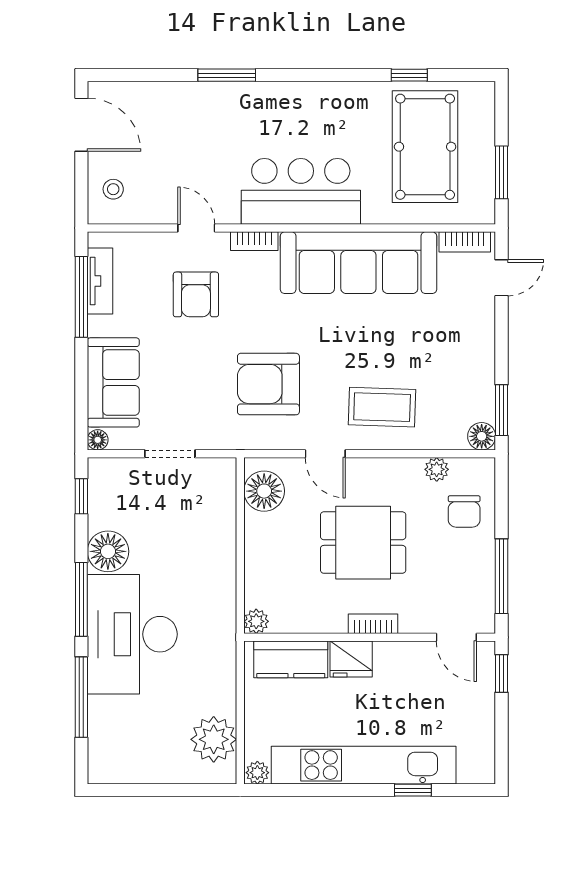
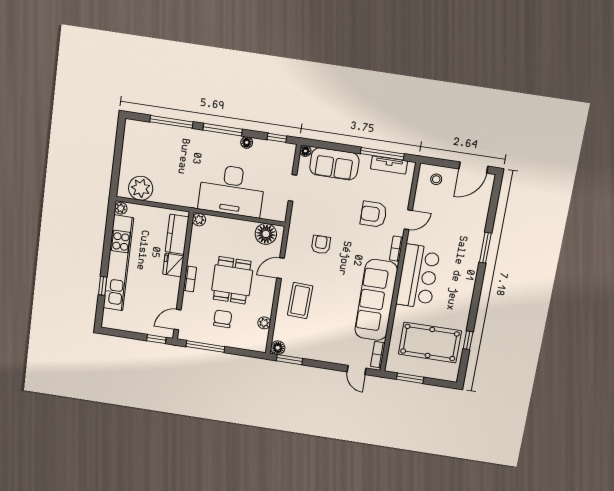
armchair: (268, 384) -> (321, 245), width x0.53, depth x0.53
chair: (464, 511) -> (223, 319), moved, turned 90
floor lamp: (108, 551) -> (247, 142), width x0.53, depth x0.53
desk: (132, 634) -> (232, 190), moved, turned 180

